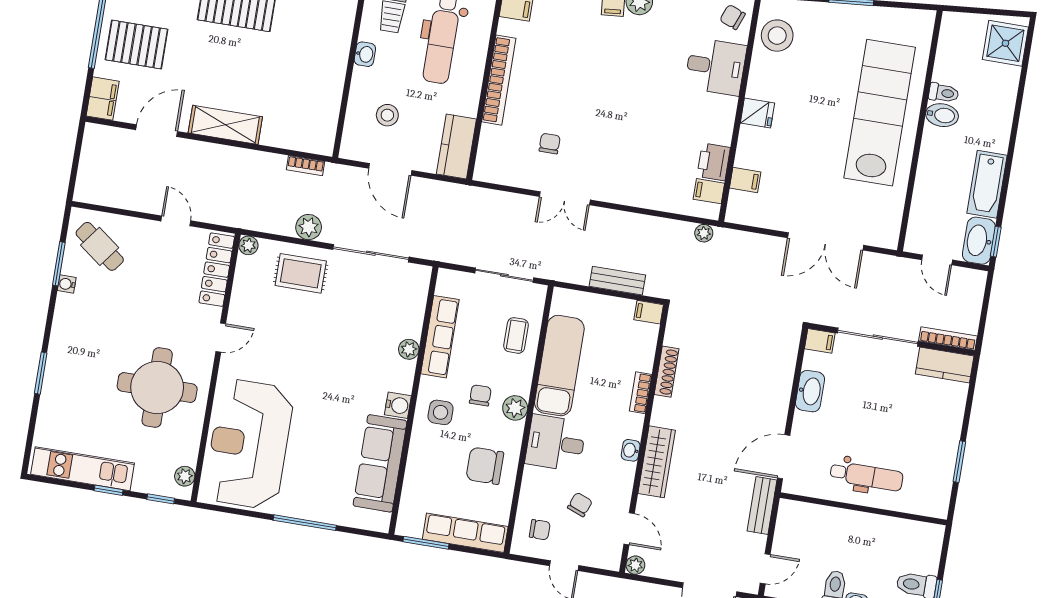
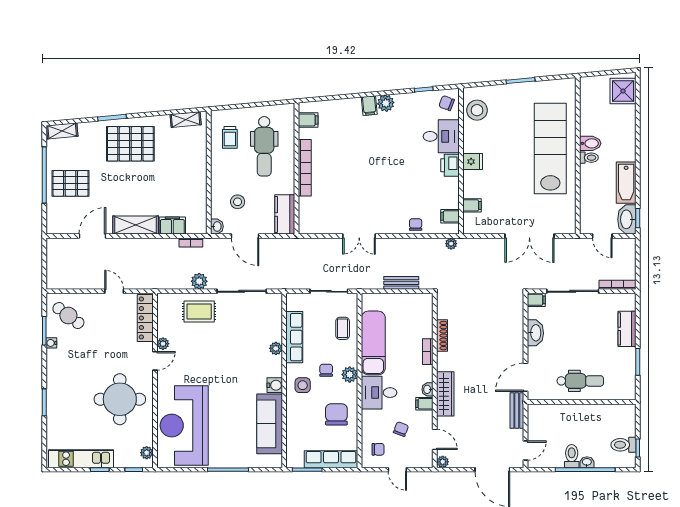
washbasin: (365, 54) -> (217, 226), moved
toilet: (944, 93) -> (589, 158), moved
filing cabinet: (103, 99) -> (172, 226), moved, turned -90
chair: (550, 143) -> (416, 224), moved
printer: (714, 162) -> (450, 165), moved
plant: (248, 245) -> (163, 344), moved
filing cabinet: (649, 312) -> (424, 404), moved
kitchen counter: (945, 365) -> (627, 329), moved, turned 90
chair: (485, 466) -> (336, 414), turned 90

